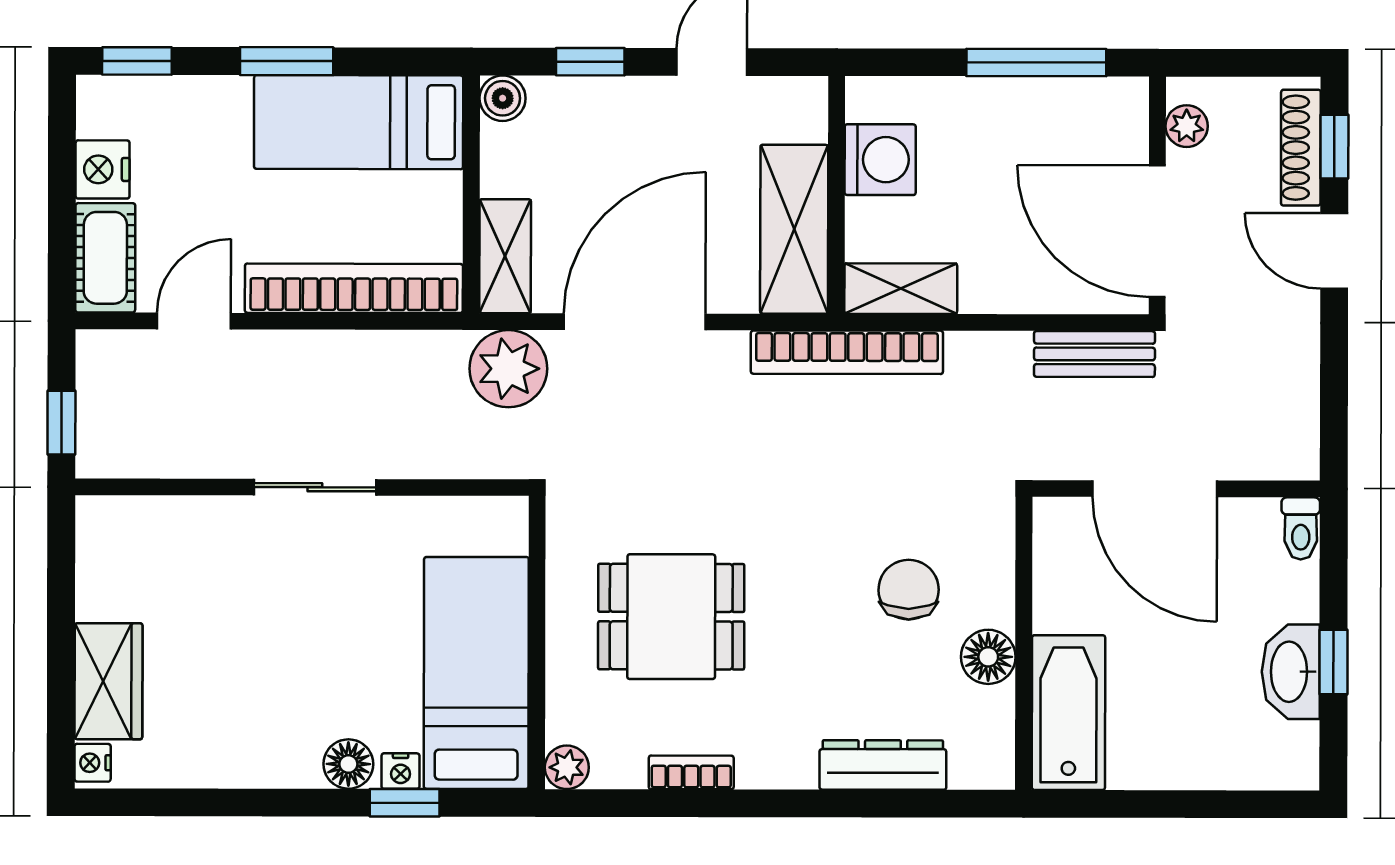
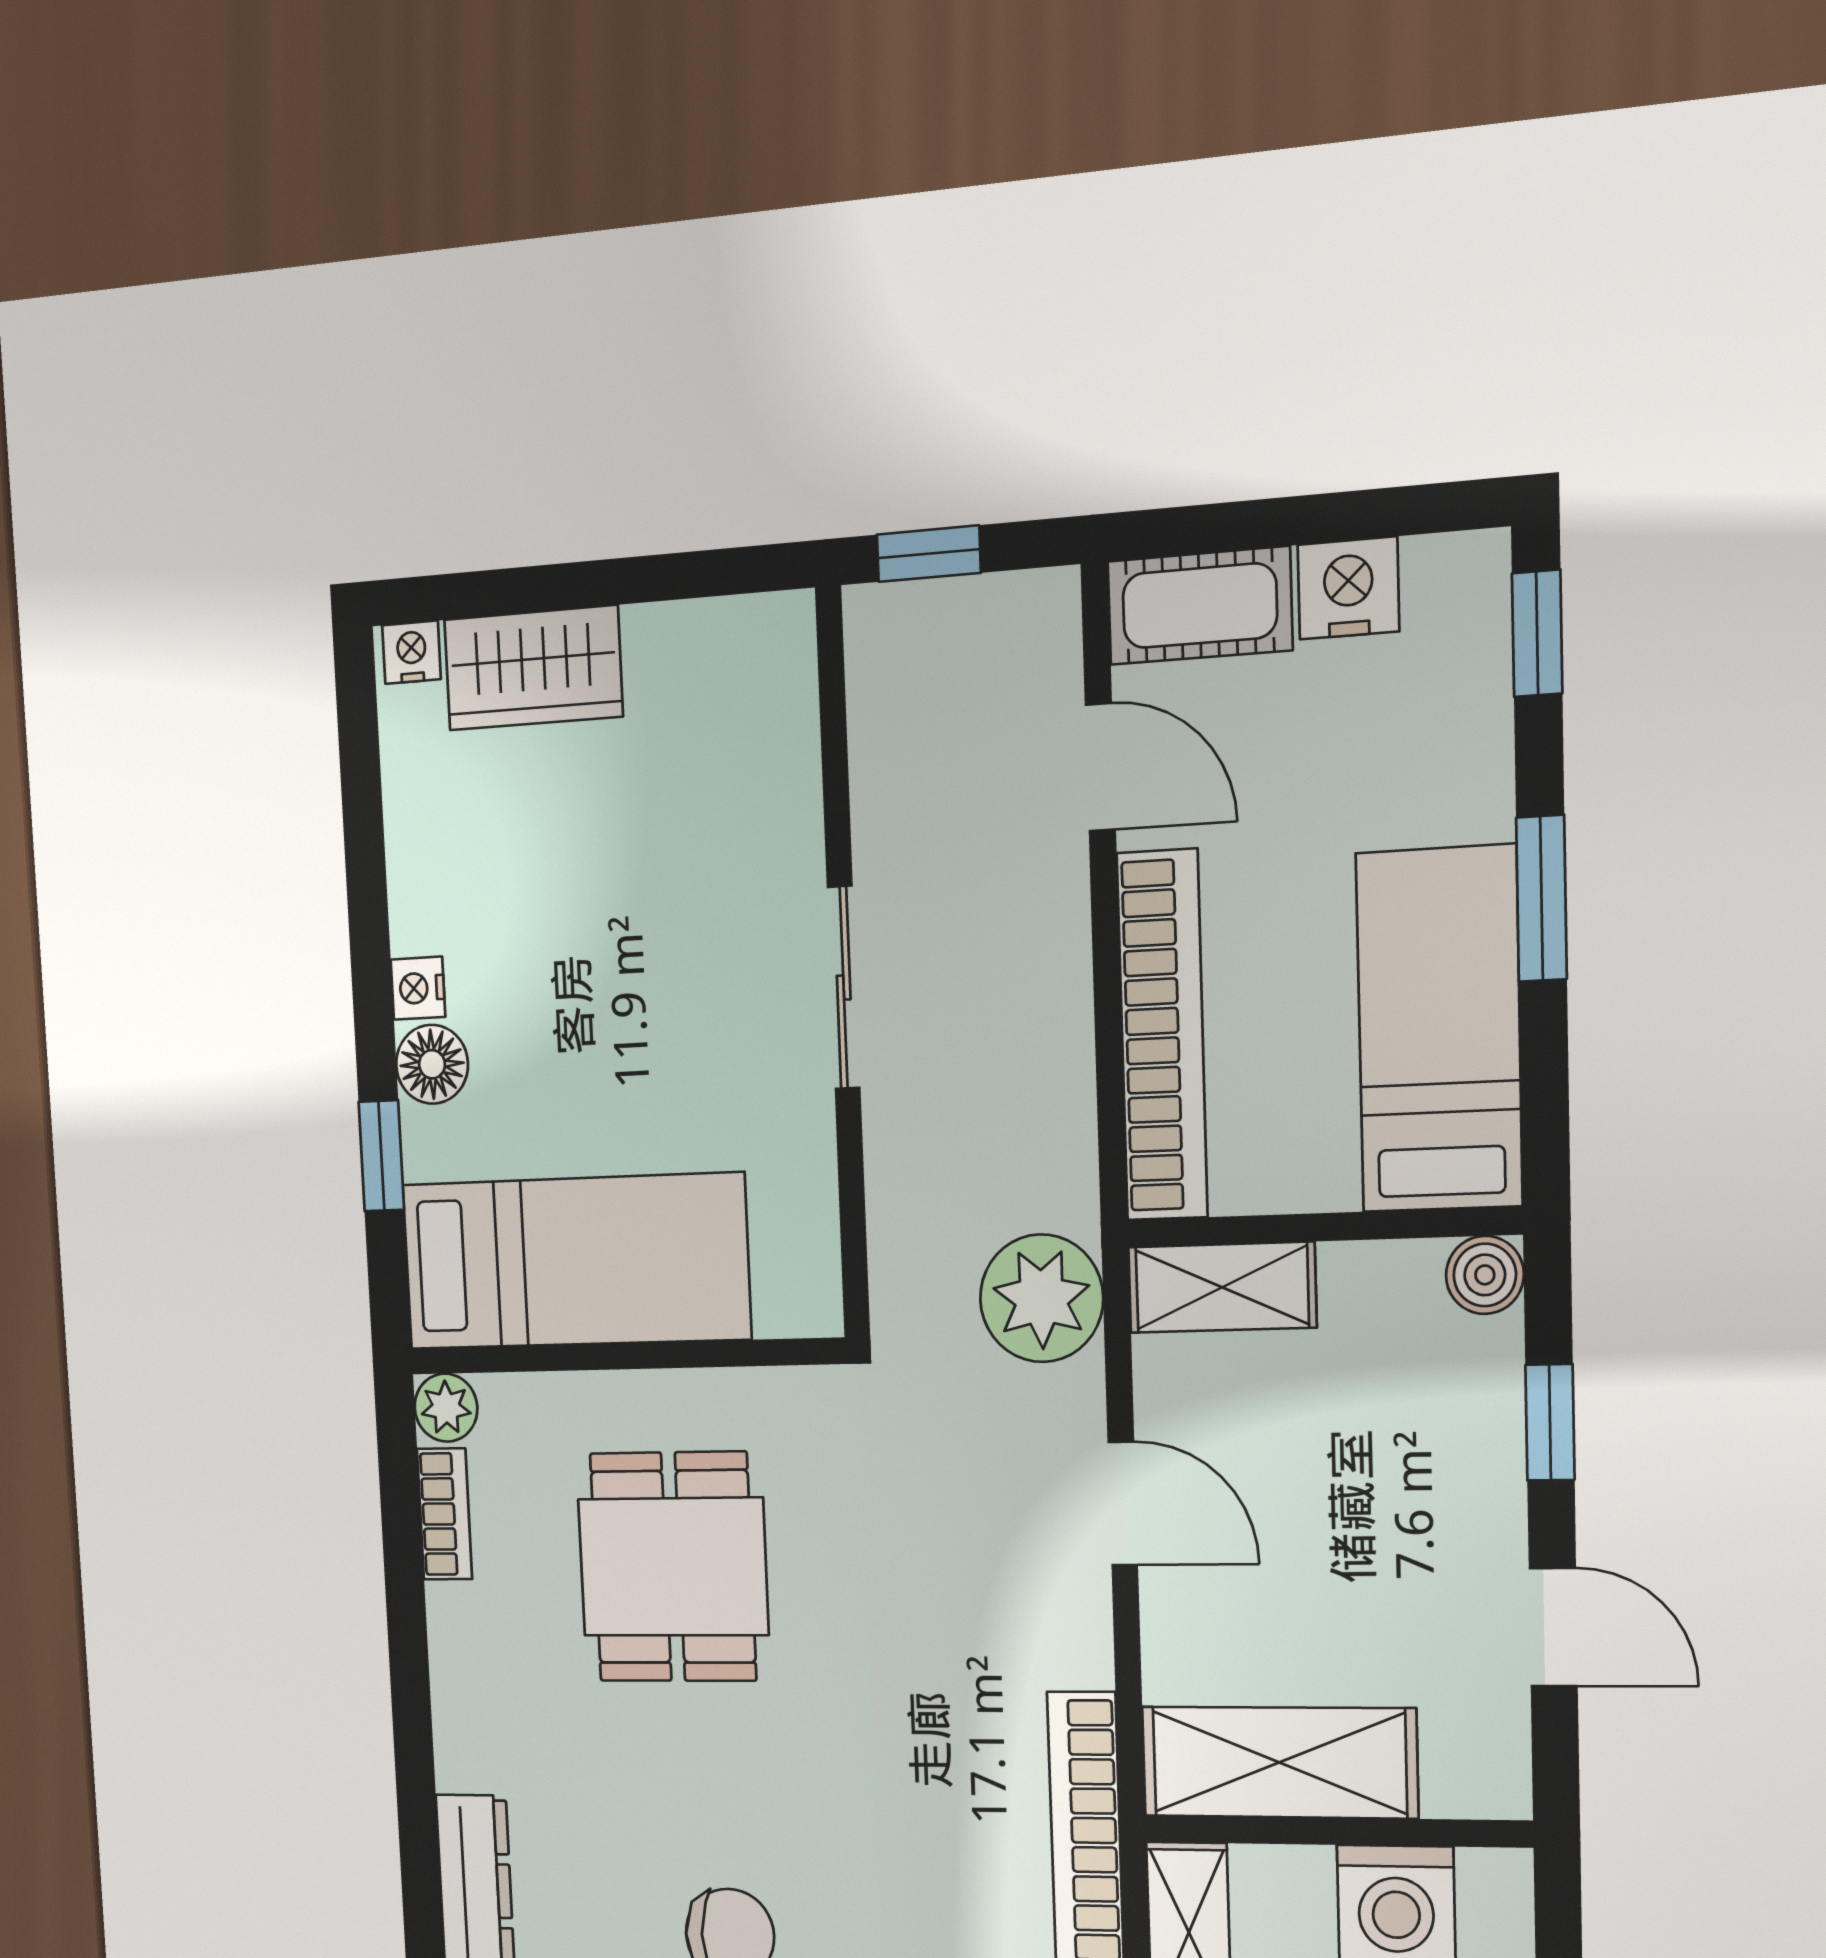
door: (635, 322) -> (1123, 1504), width x0.53
nightstand: (401, 771) -> (418, 988), moved
bookcase: (691, 772) -> (445, 1514), moved

